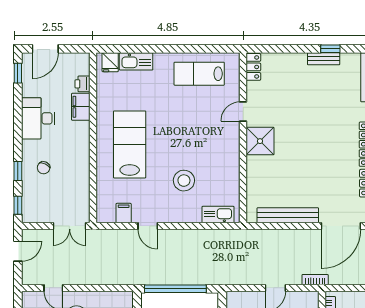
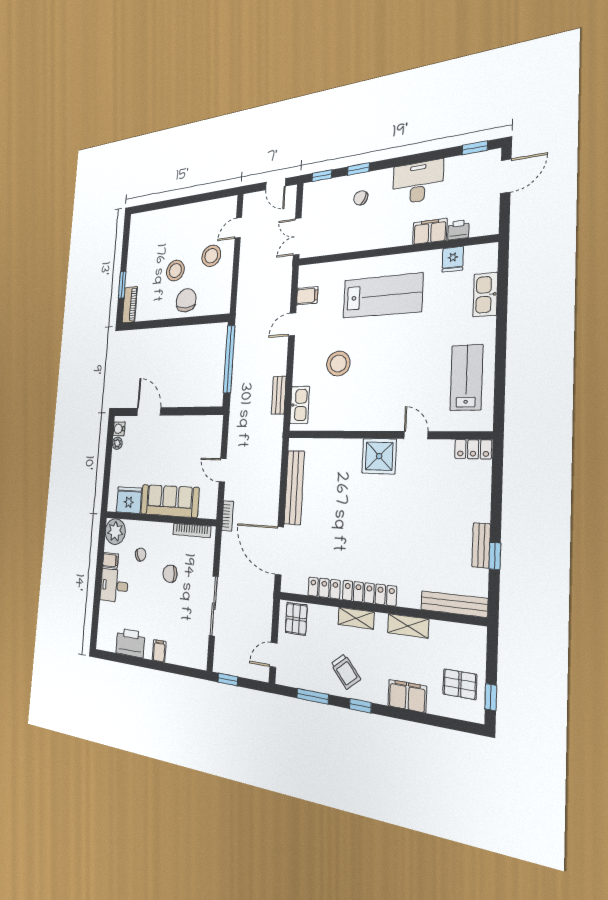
door: (45, 49) -> (506, 176), swing flipped
fridge: (110, 62) -> (453, 259), moved, turned -90
bench: (209, 235) -> (279, 395), added

